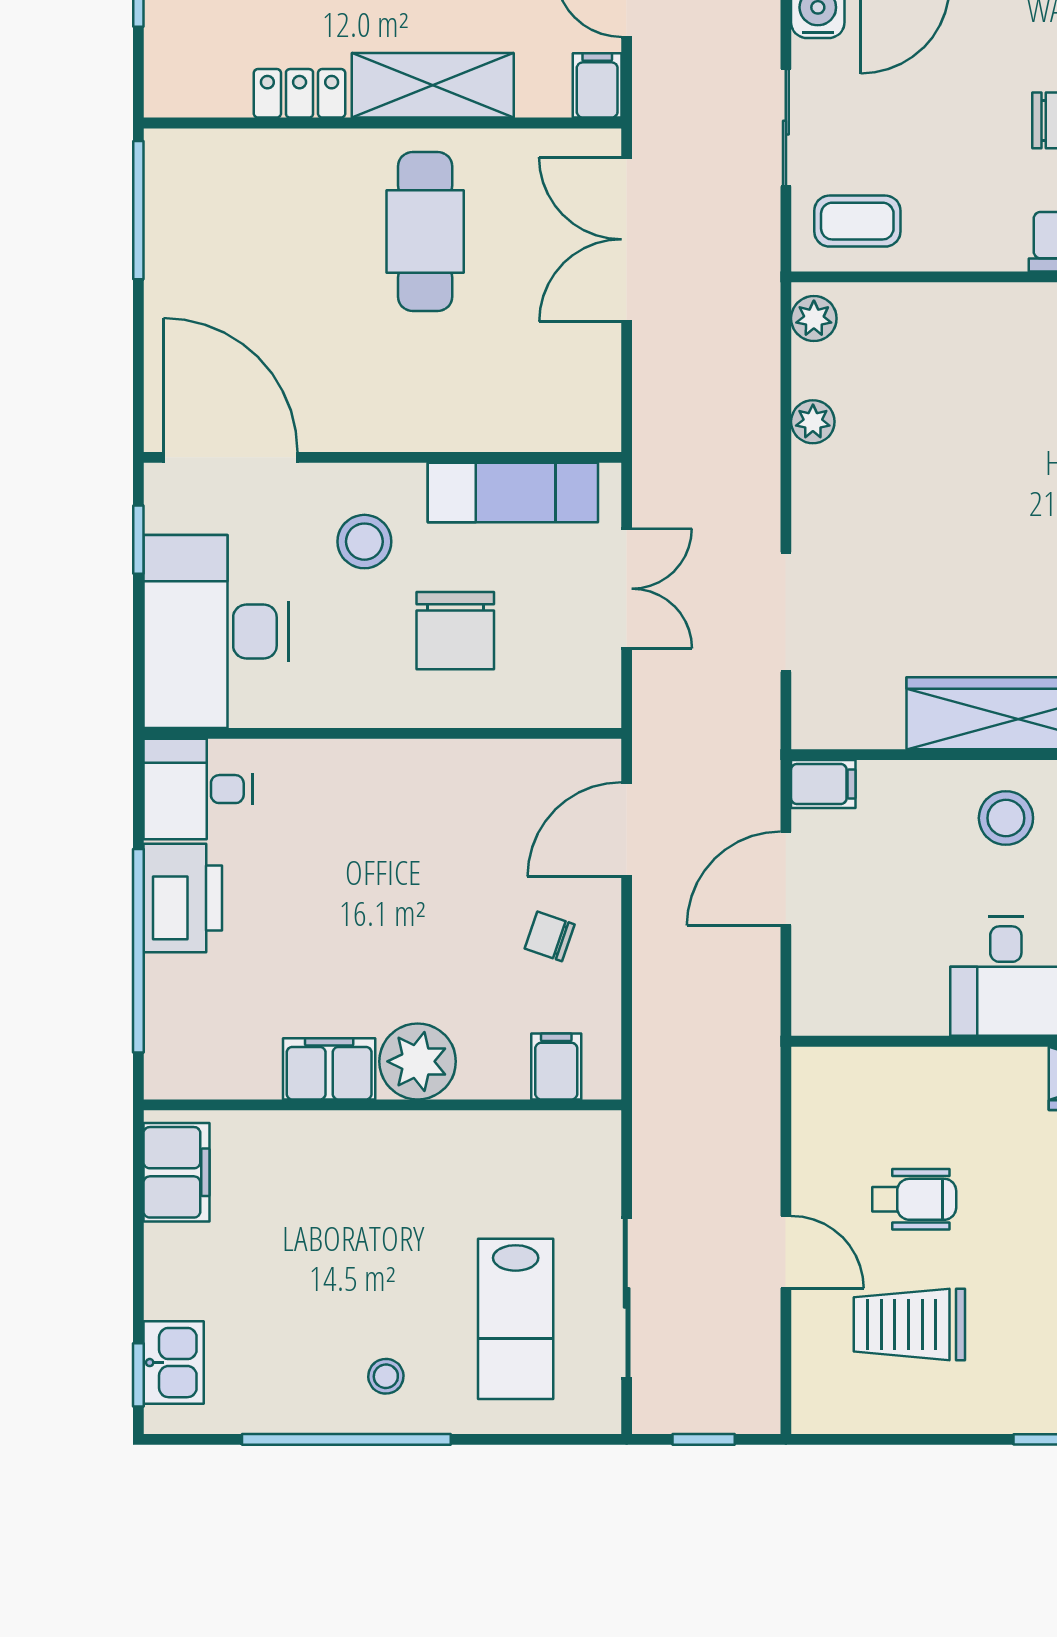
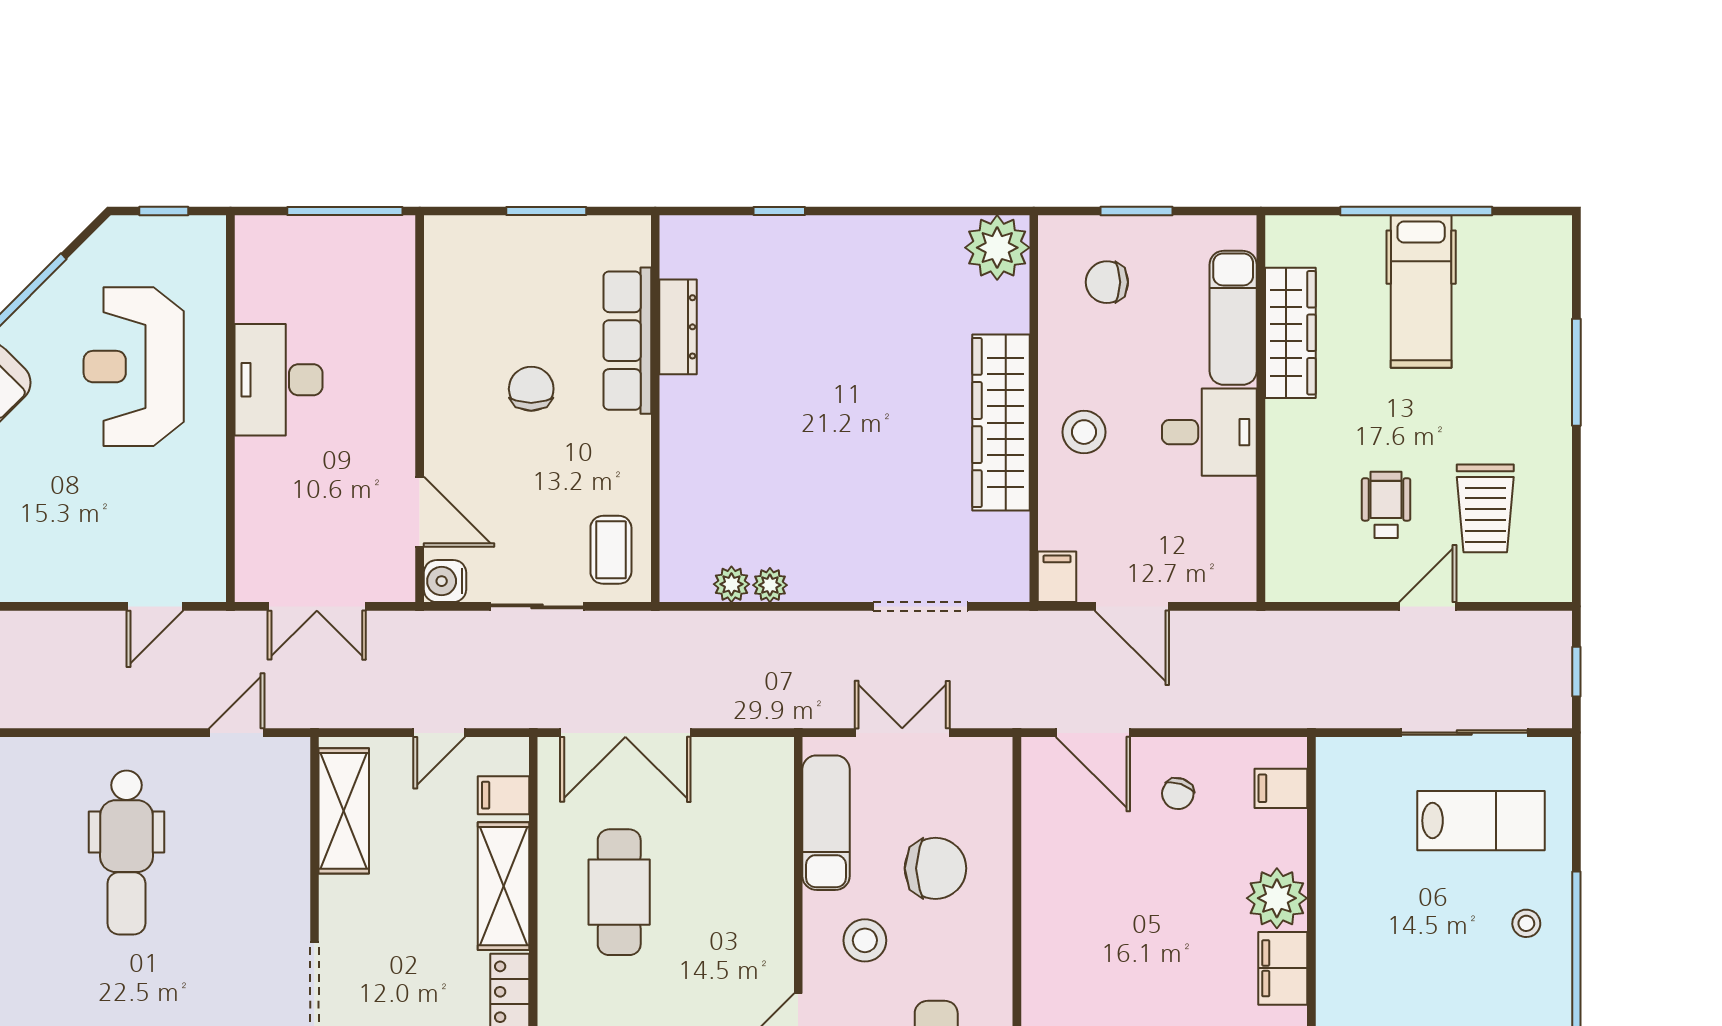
filing cabinet: (597, 85) -> (503, 795), moved
cafe table: (425, 231) -> (619, 892), turned 90
plant: (814, 318) -> (731, 584), moved

